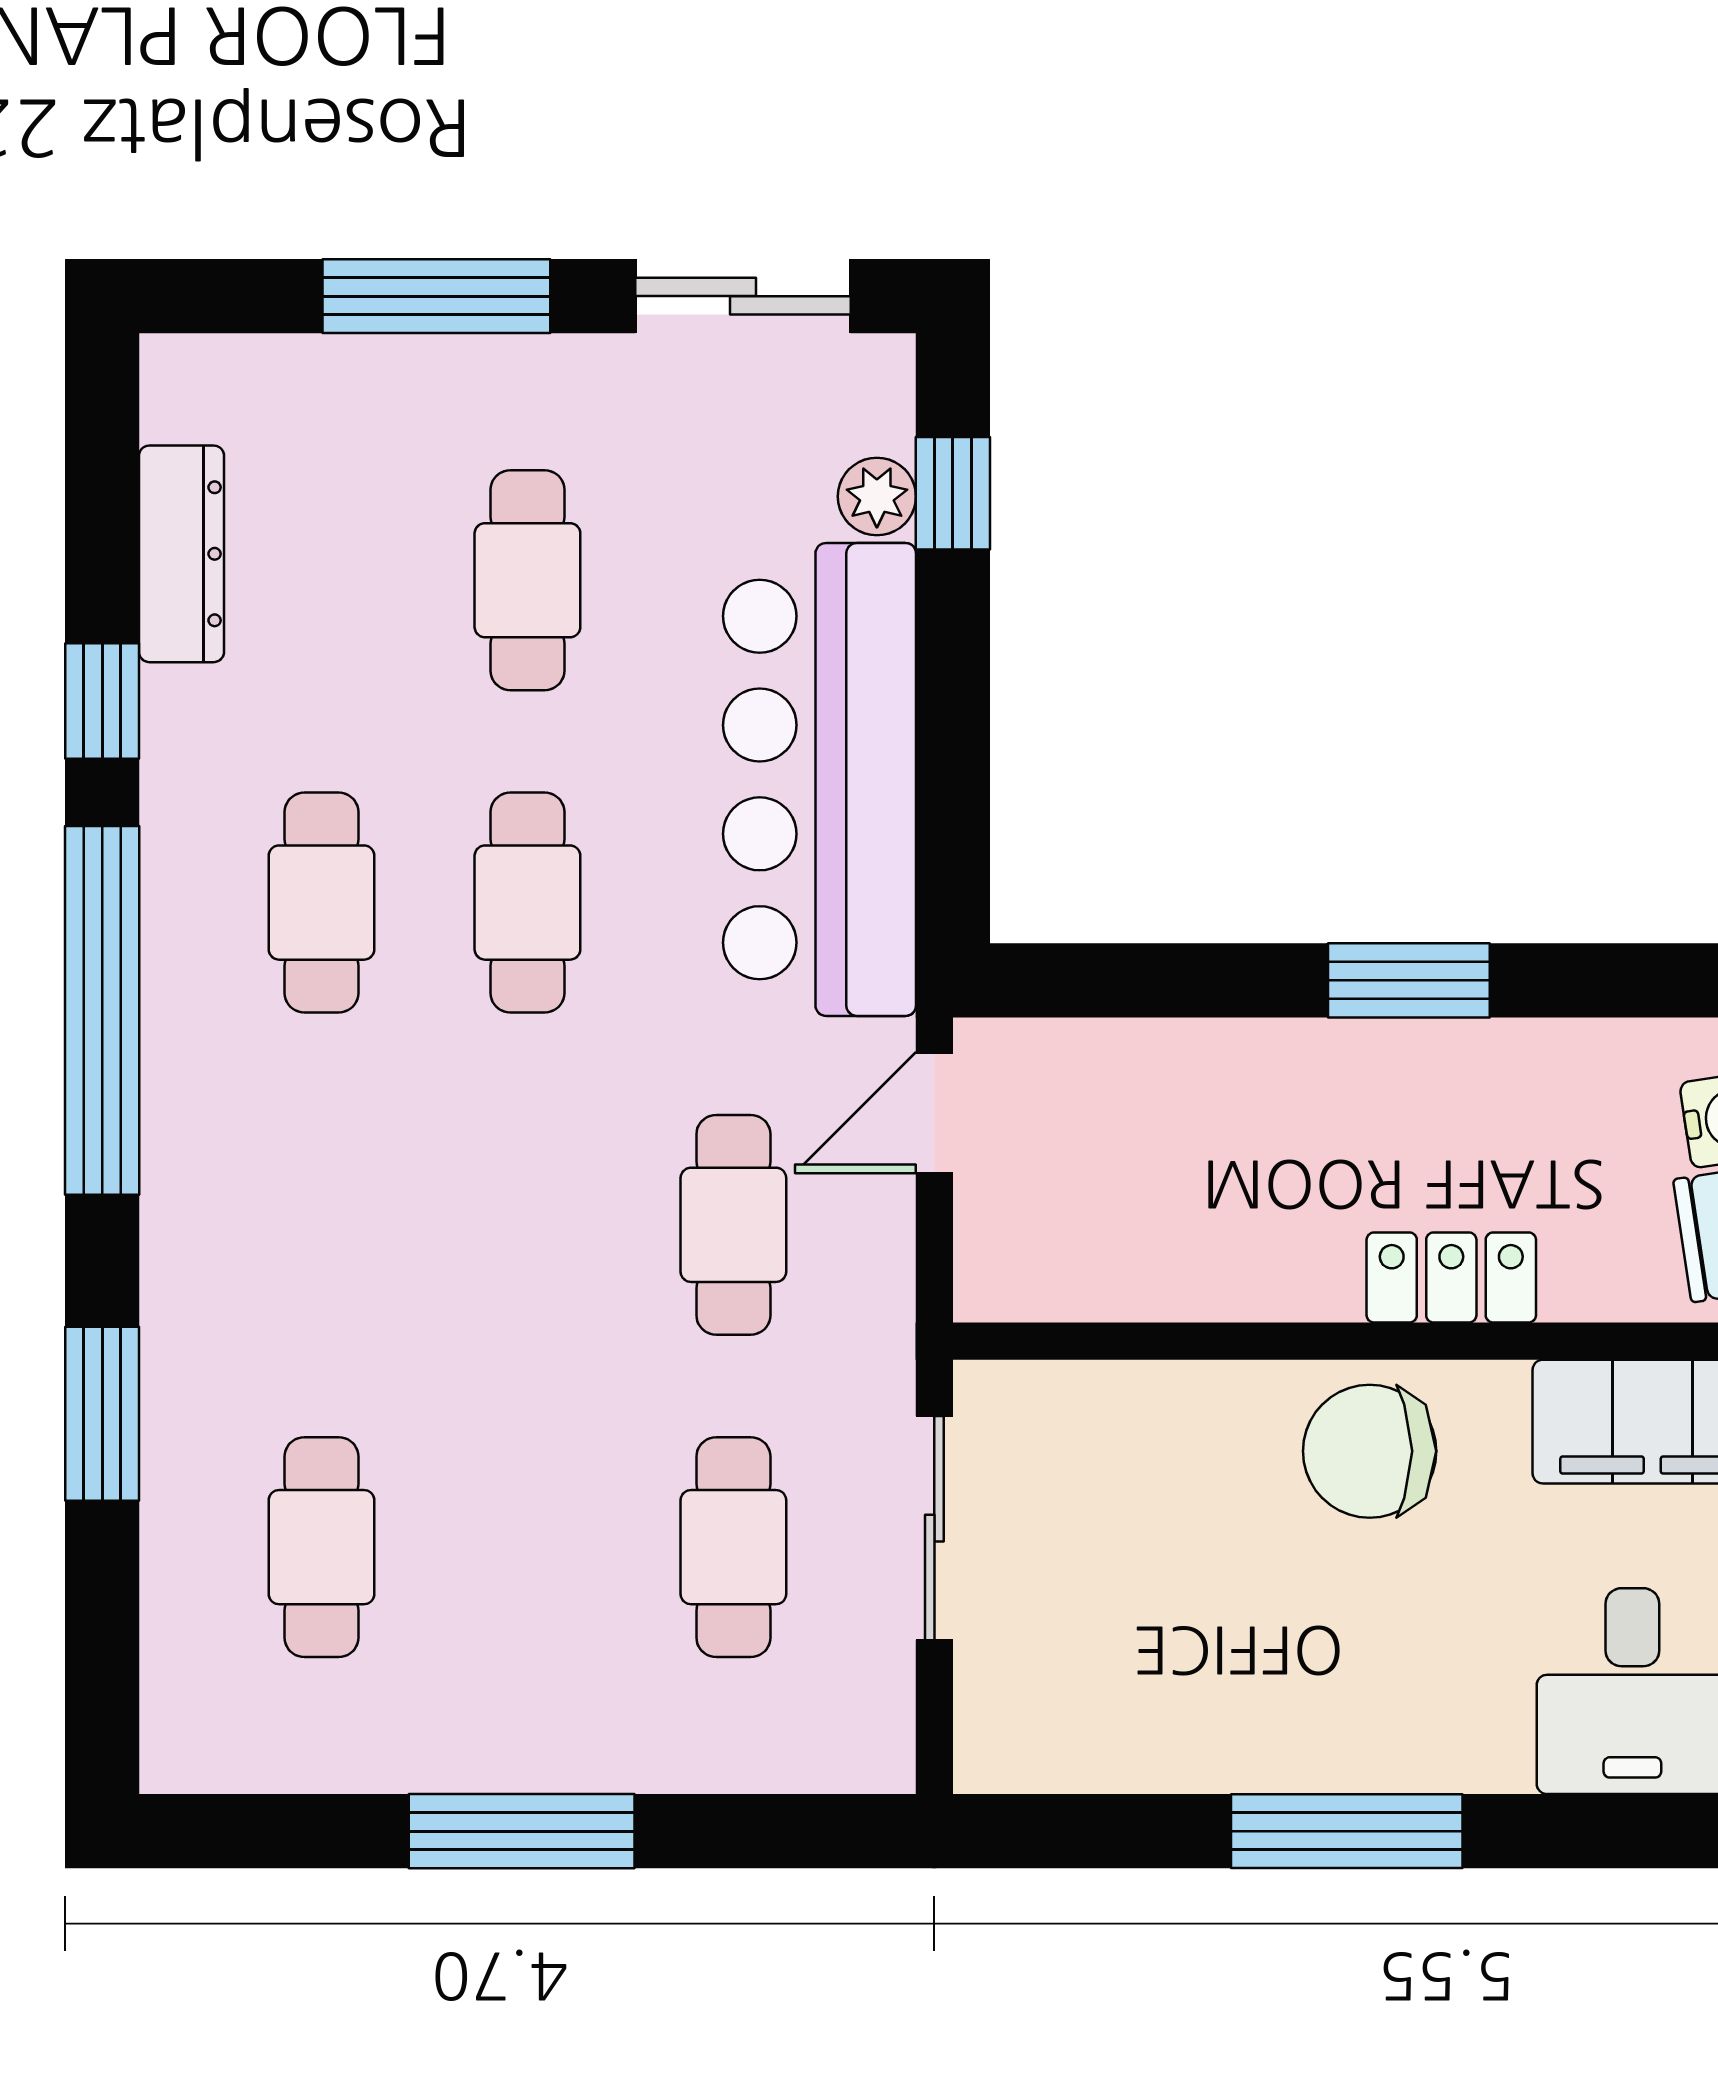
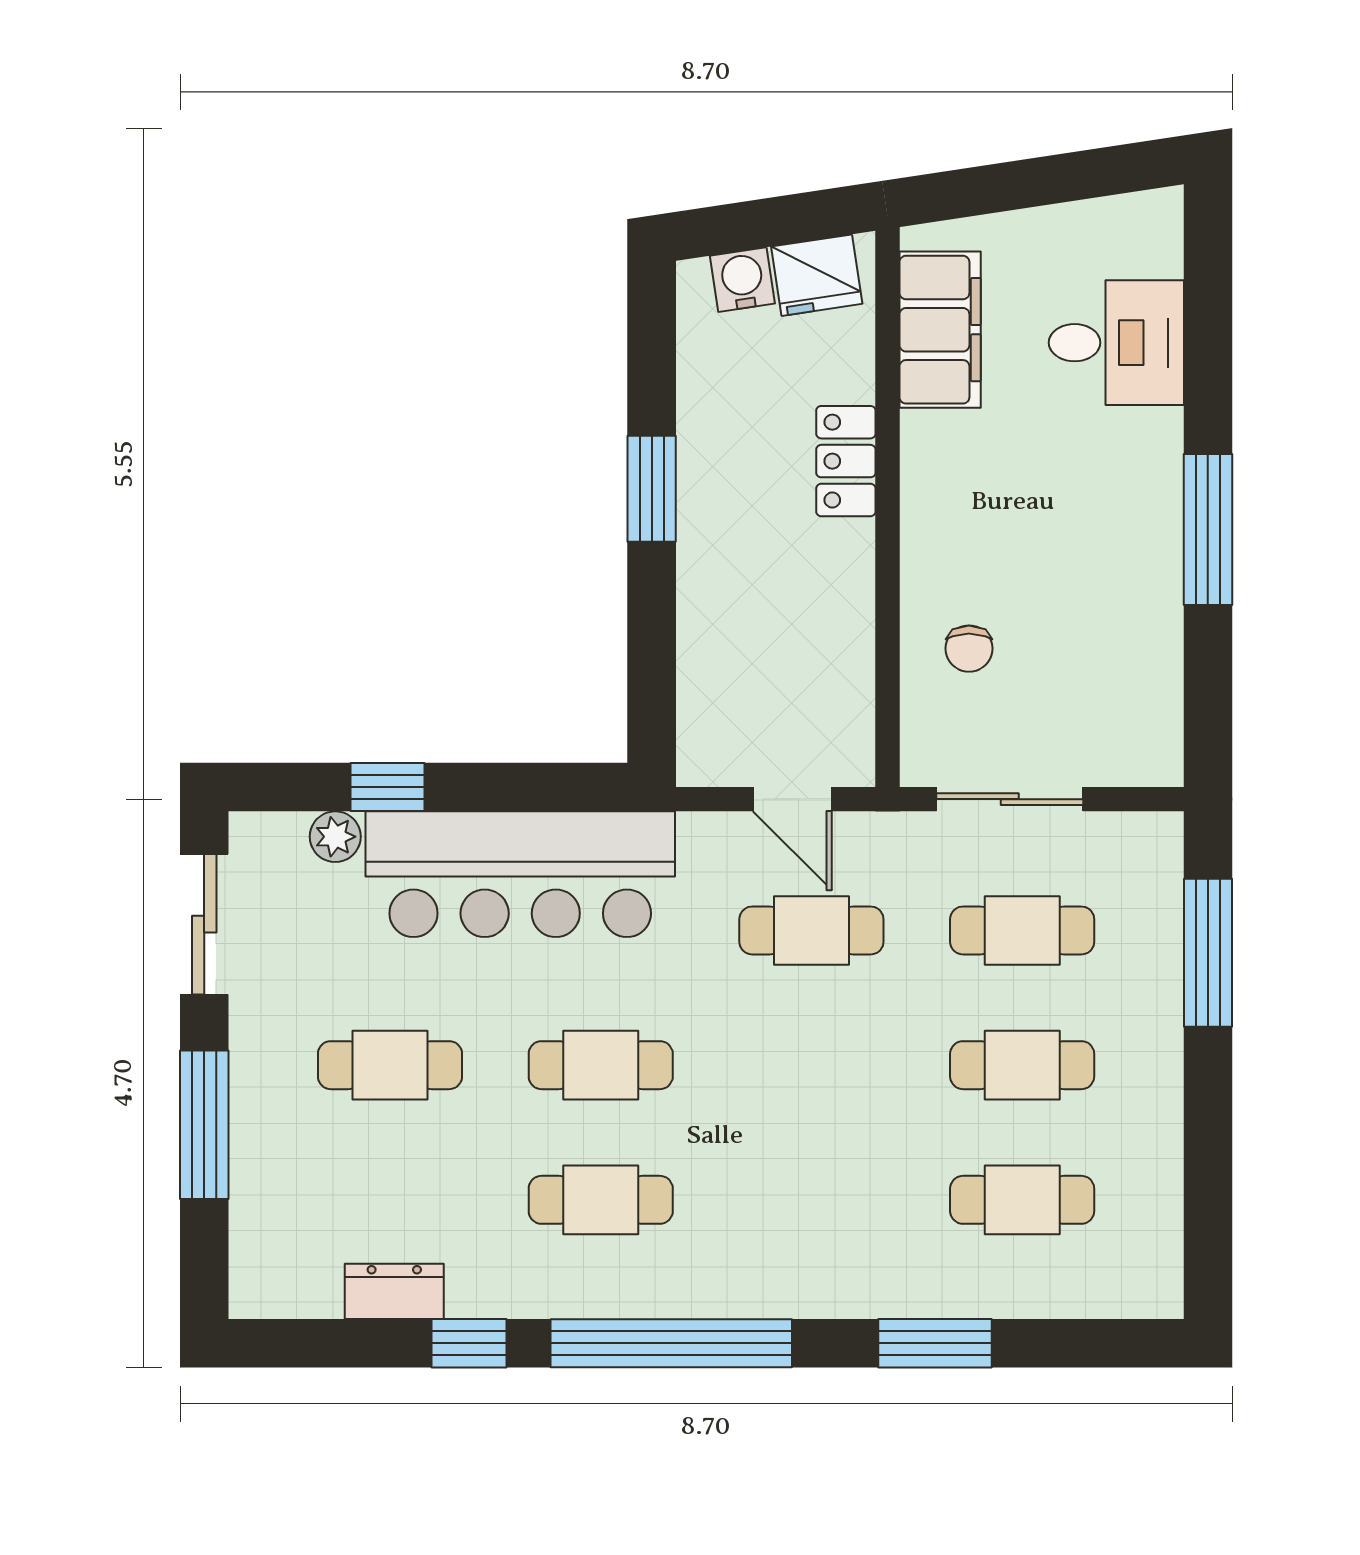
window: (953, 493) -> (387, 787), moved
dresser: (181, 554) -> (394, 1291), width x0.70
door: (934, 1113) -> (792, 799), moved
chair: (1370, 1451) -> (969, 649), moved, width x0.54, depth x0.54
cafe table: (527, 1547) -> (1022, 1065), added
window: (522, 1831) -> (1208, 953), moved

